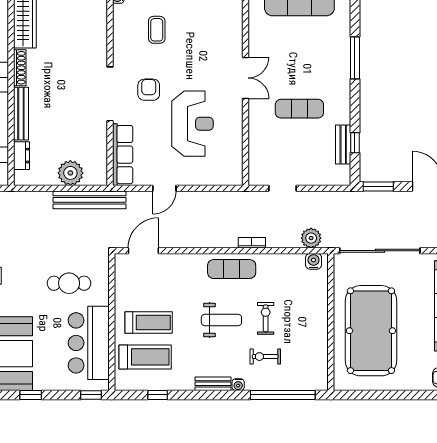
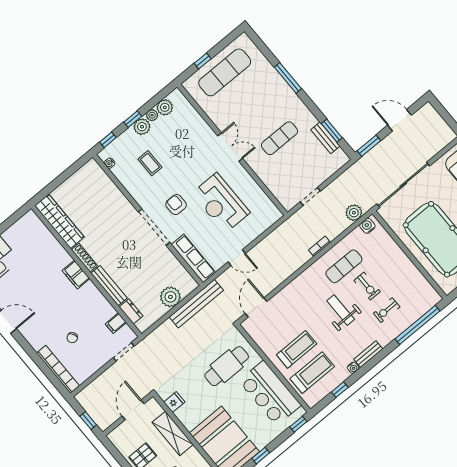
reception desk: (192, 124) -> (221, 203), turned 180
window: (355, 143) -> (332, 131), width x1.50
door: (164, 188) -> (237, 258), hinge flipped
exercise mat: (232, 269) -> (344, 266), moved
cafe table: (69, 283) -> (227, 366), width x1.37, depth x1.35
exercise bike: (266, 318) -> (367, 286), turned 180
weight bench: (221, 320) -> (341, 310), turned -90
water cooler: (238, 385) -> (353, 368), moved

